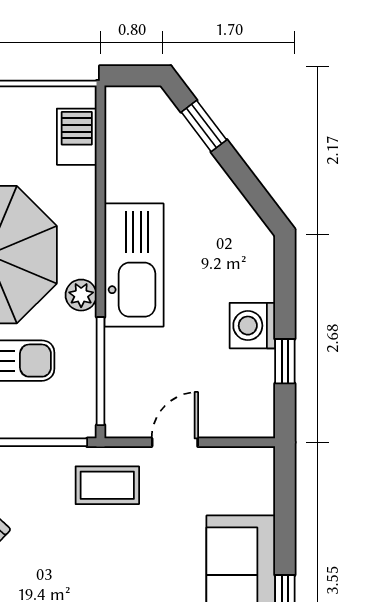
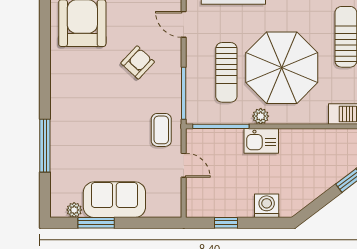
kitchen sink: (134, 265) -> (261, 141), width x0.53, depth x0.81
washing machine: (252, 326) -> (267, 206), moved

